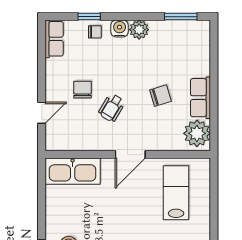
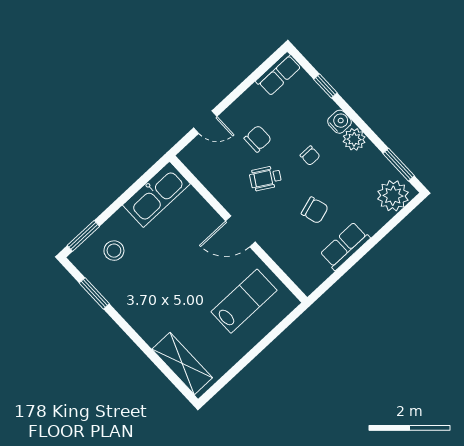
chair: (95, 32) -> (310, 156), moved
plant: (197, 133) -> (393, 196), moved
kitchen sink: (73, 171) -> (156, 194), moved, turned -90

